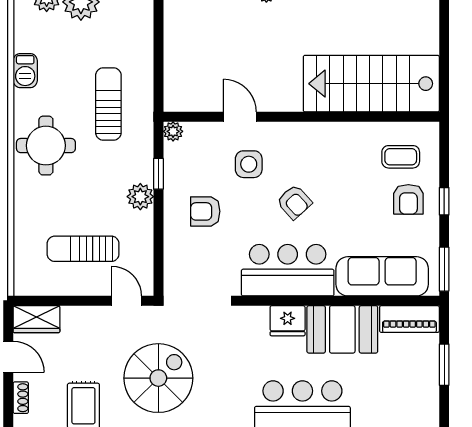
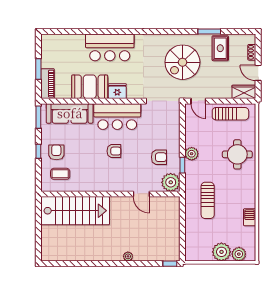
plant: (173, 131) -> (171, 182), width x1.87, depth x1.87
round table: (46, 146) -> (237, 154), moved
side table: (249, 164) -> (137, 170), removed
armchair: (294, 202) -> (114, 151), turned 132
armchair: (205, 211) -> (159, 157), moved
sun lounger: (83, 249) -> (230, 114), moved
piano: (409, 319) -> (48, 84), moved, turned 90

